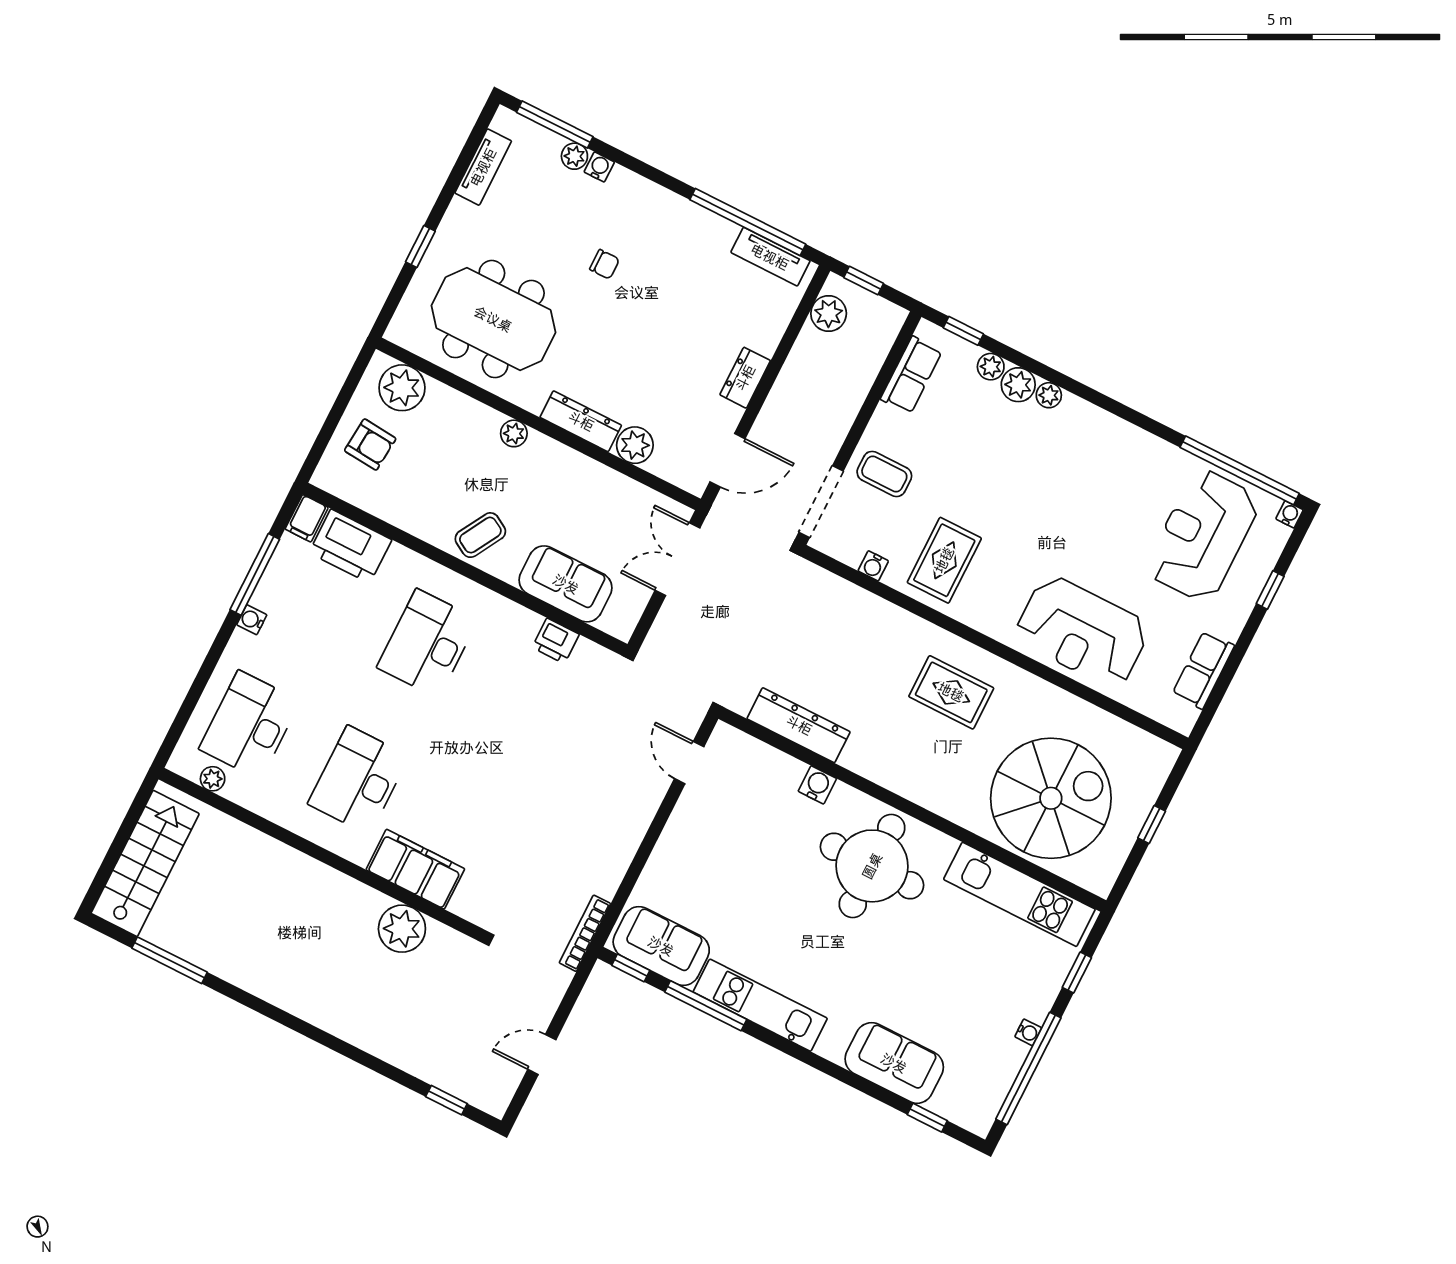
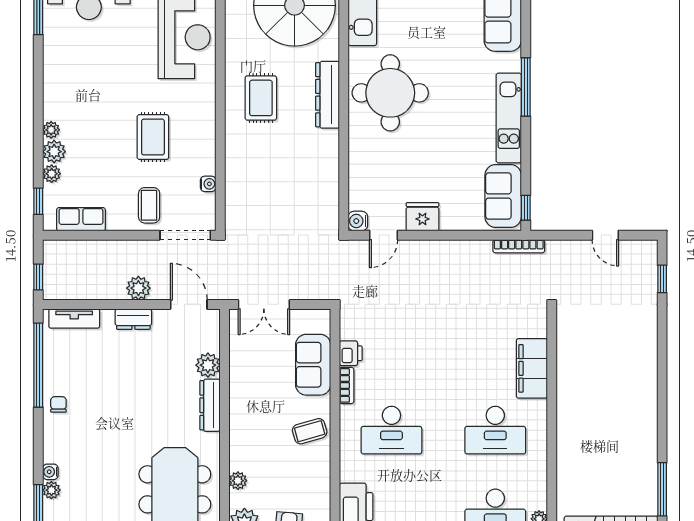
tv unit: (770, 257) -> (74, 319), moved, turned 90
chair: (605, 264) -> (58, 404), moved
plant: (829, 313) -> (138, 288), moved
plant: (514, 433) -> (238, 481), moved
coffee table: (480, 535) -> (310, 431), turned -46
rug: (944, 560) -> (153, 137), moved, turned 90
bookcase: (516, 614) -> (347, 385), added
dresser: (799, 725) -> (327, 95), moved
water cooler: (817, 785) -> (358, 221), moved
fridge: (688, 826) -> (422, 217), added
plant: (402, 929) -> (572, 358), removed
window: (706, 1006) -> (526, 87), moved

